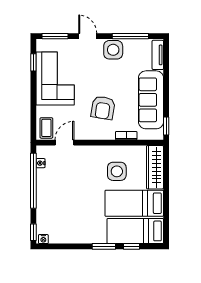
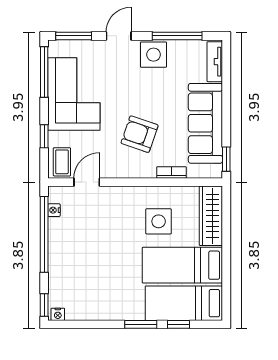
door: (88, 36) -> (119, 36), hinge flipped
window: (33, 62) -> (44, 72), width x2.17
armchair: (103, 108) -> (140, 134), turned 100
window: (33, 109) -> (44, 136), added

